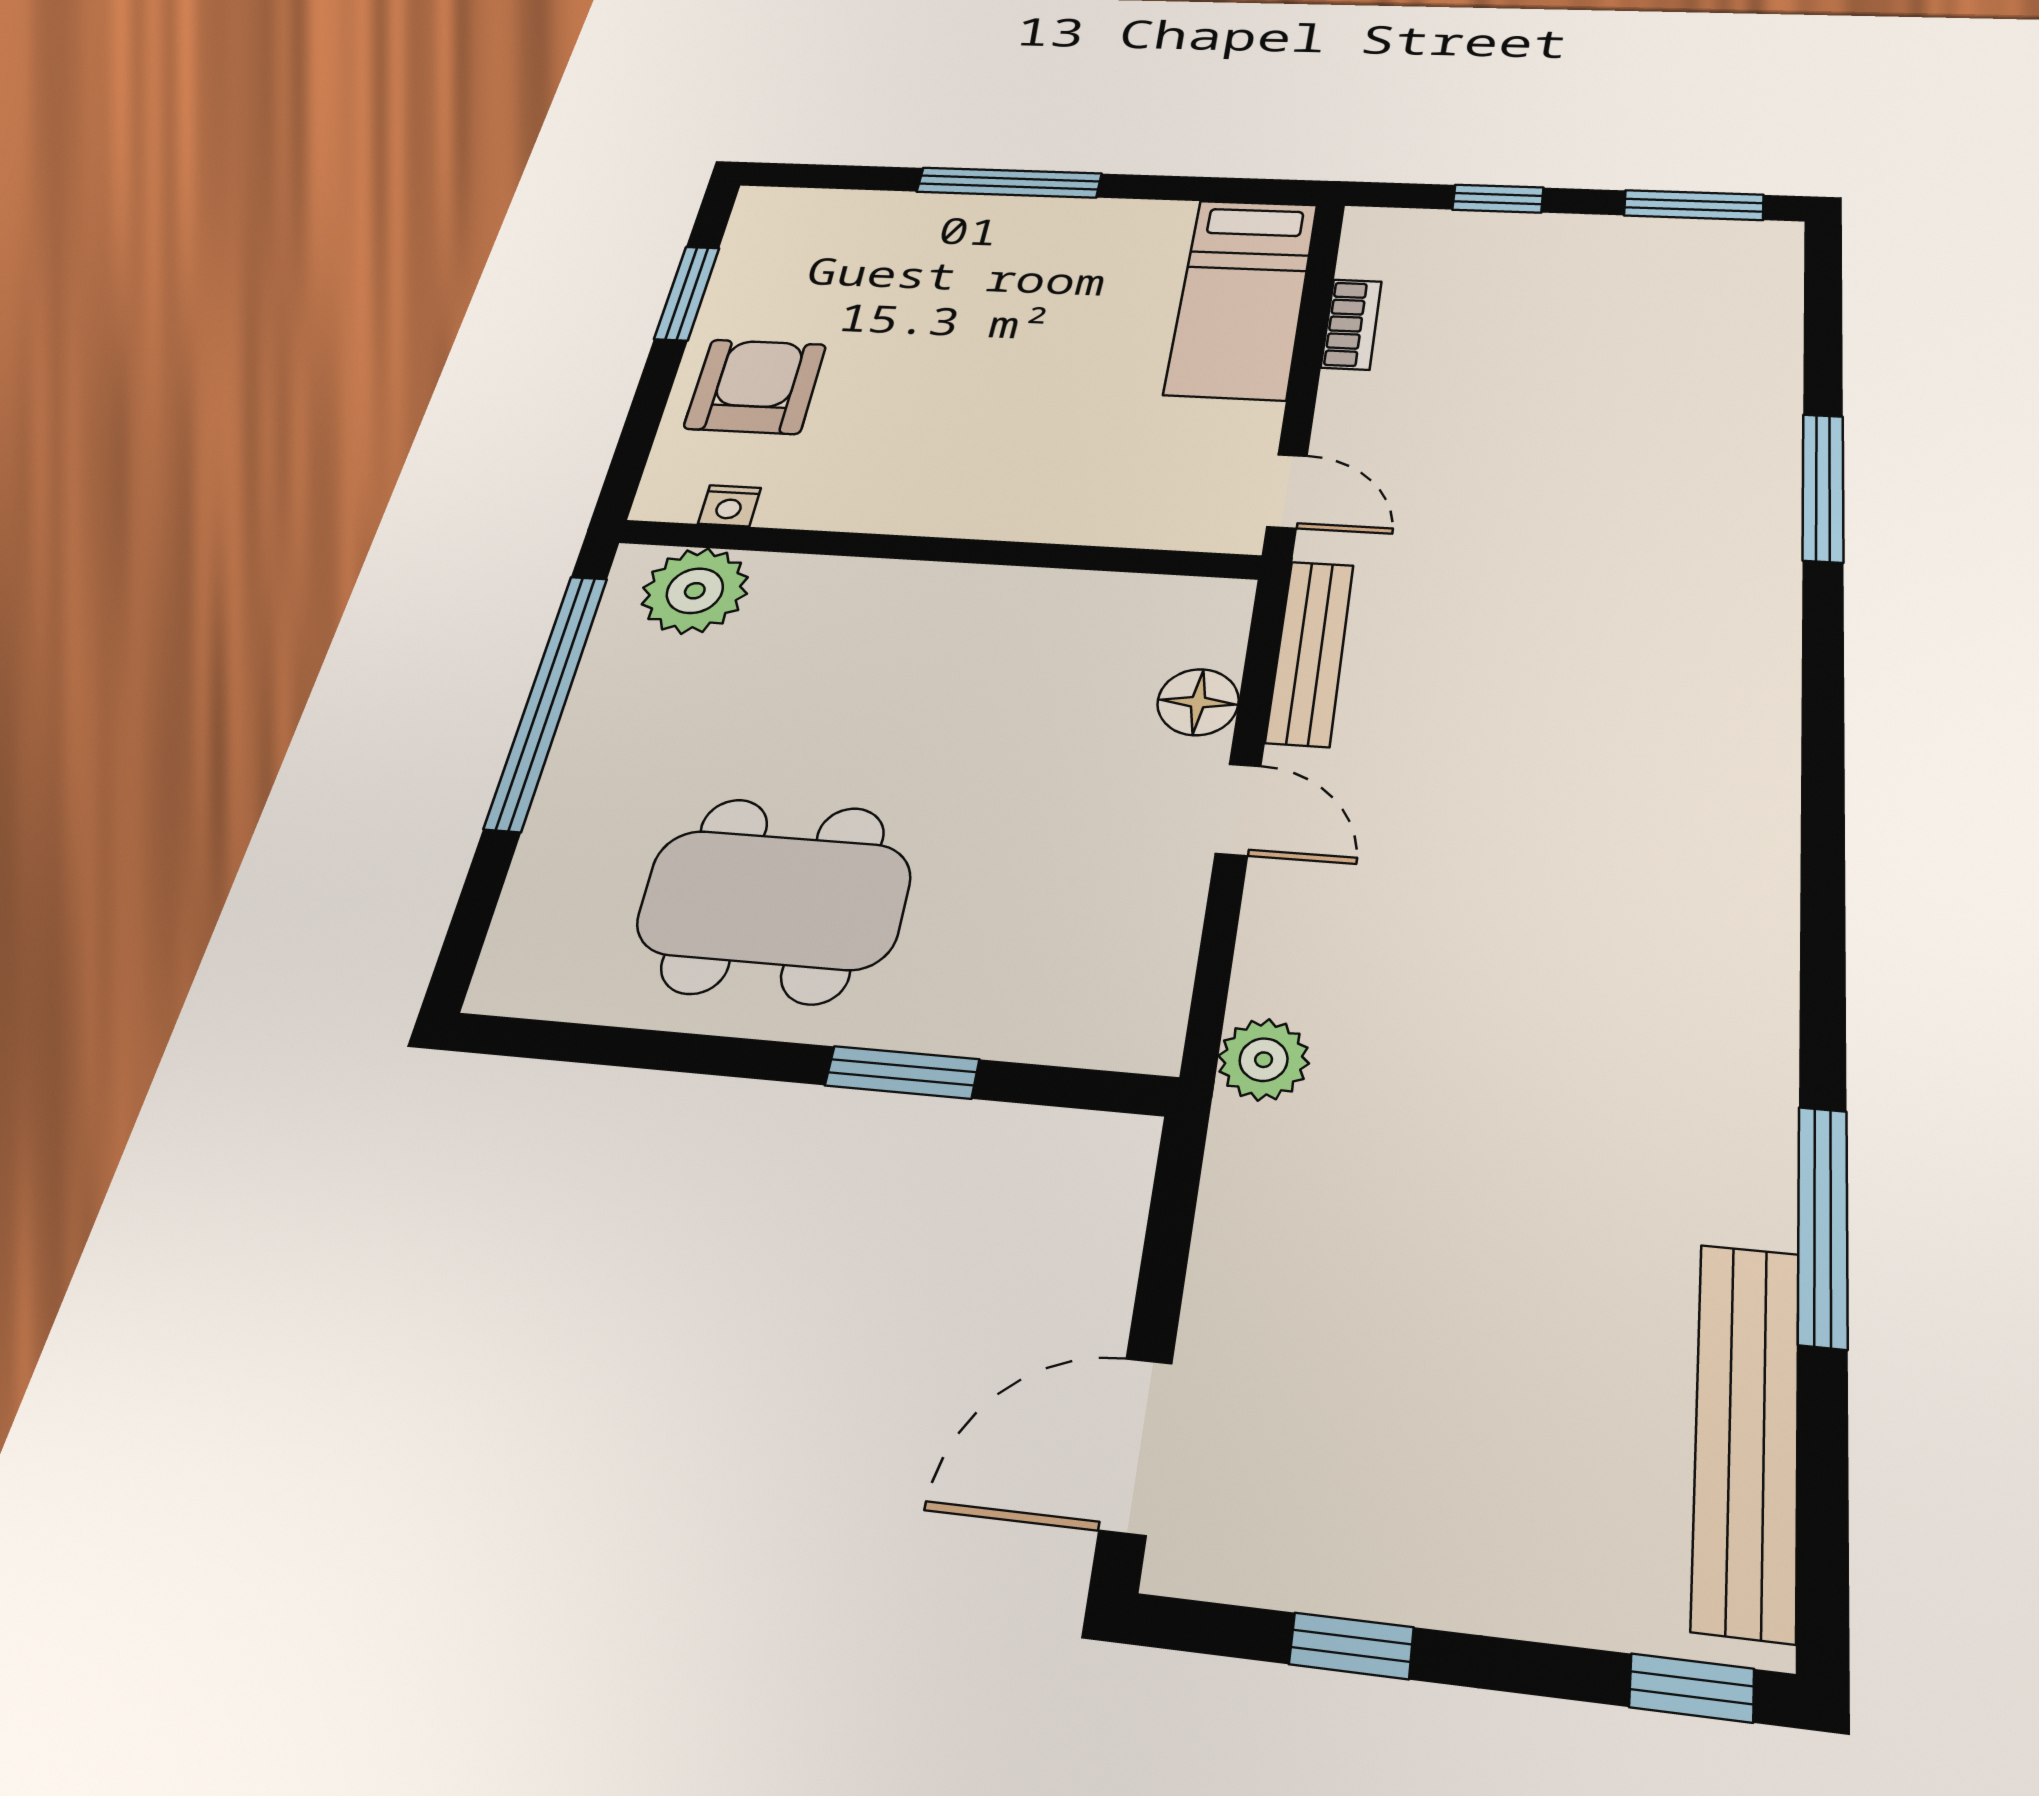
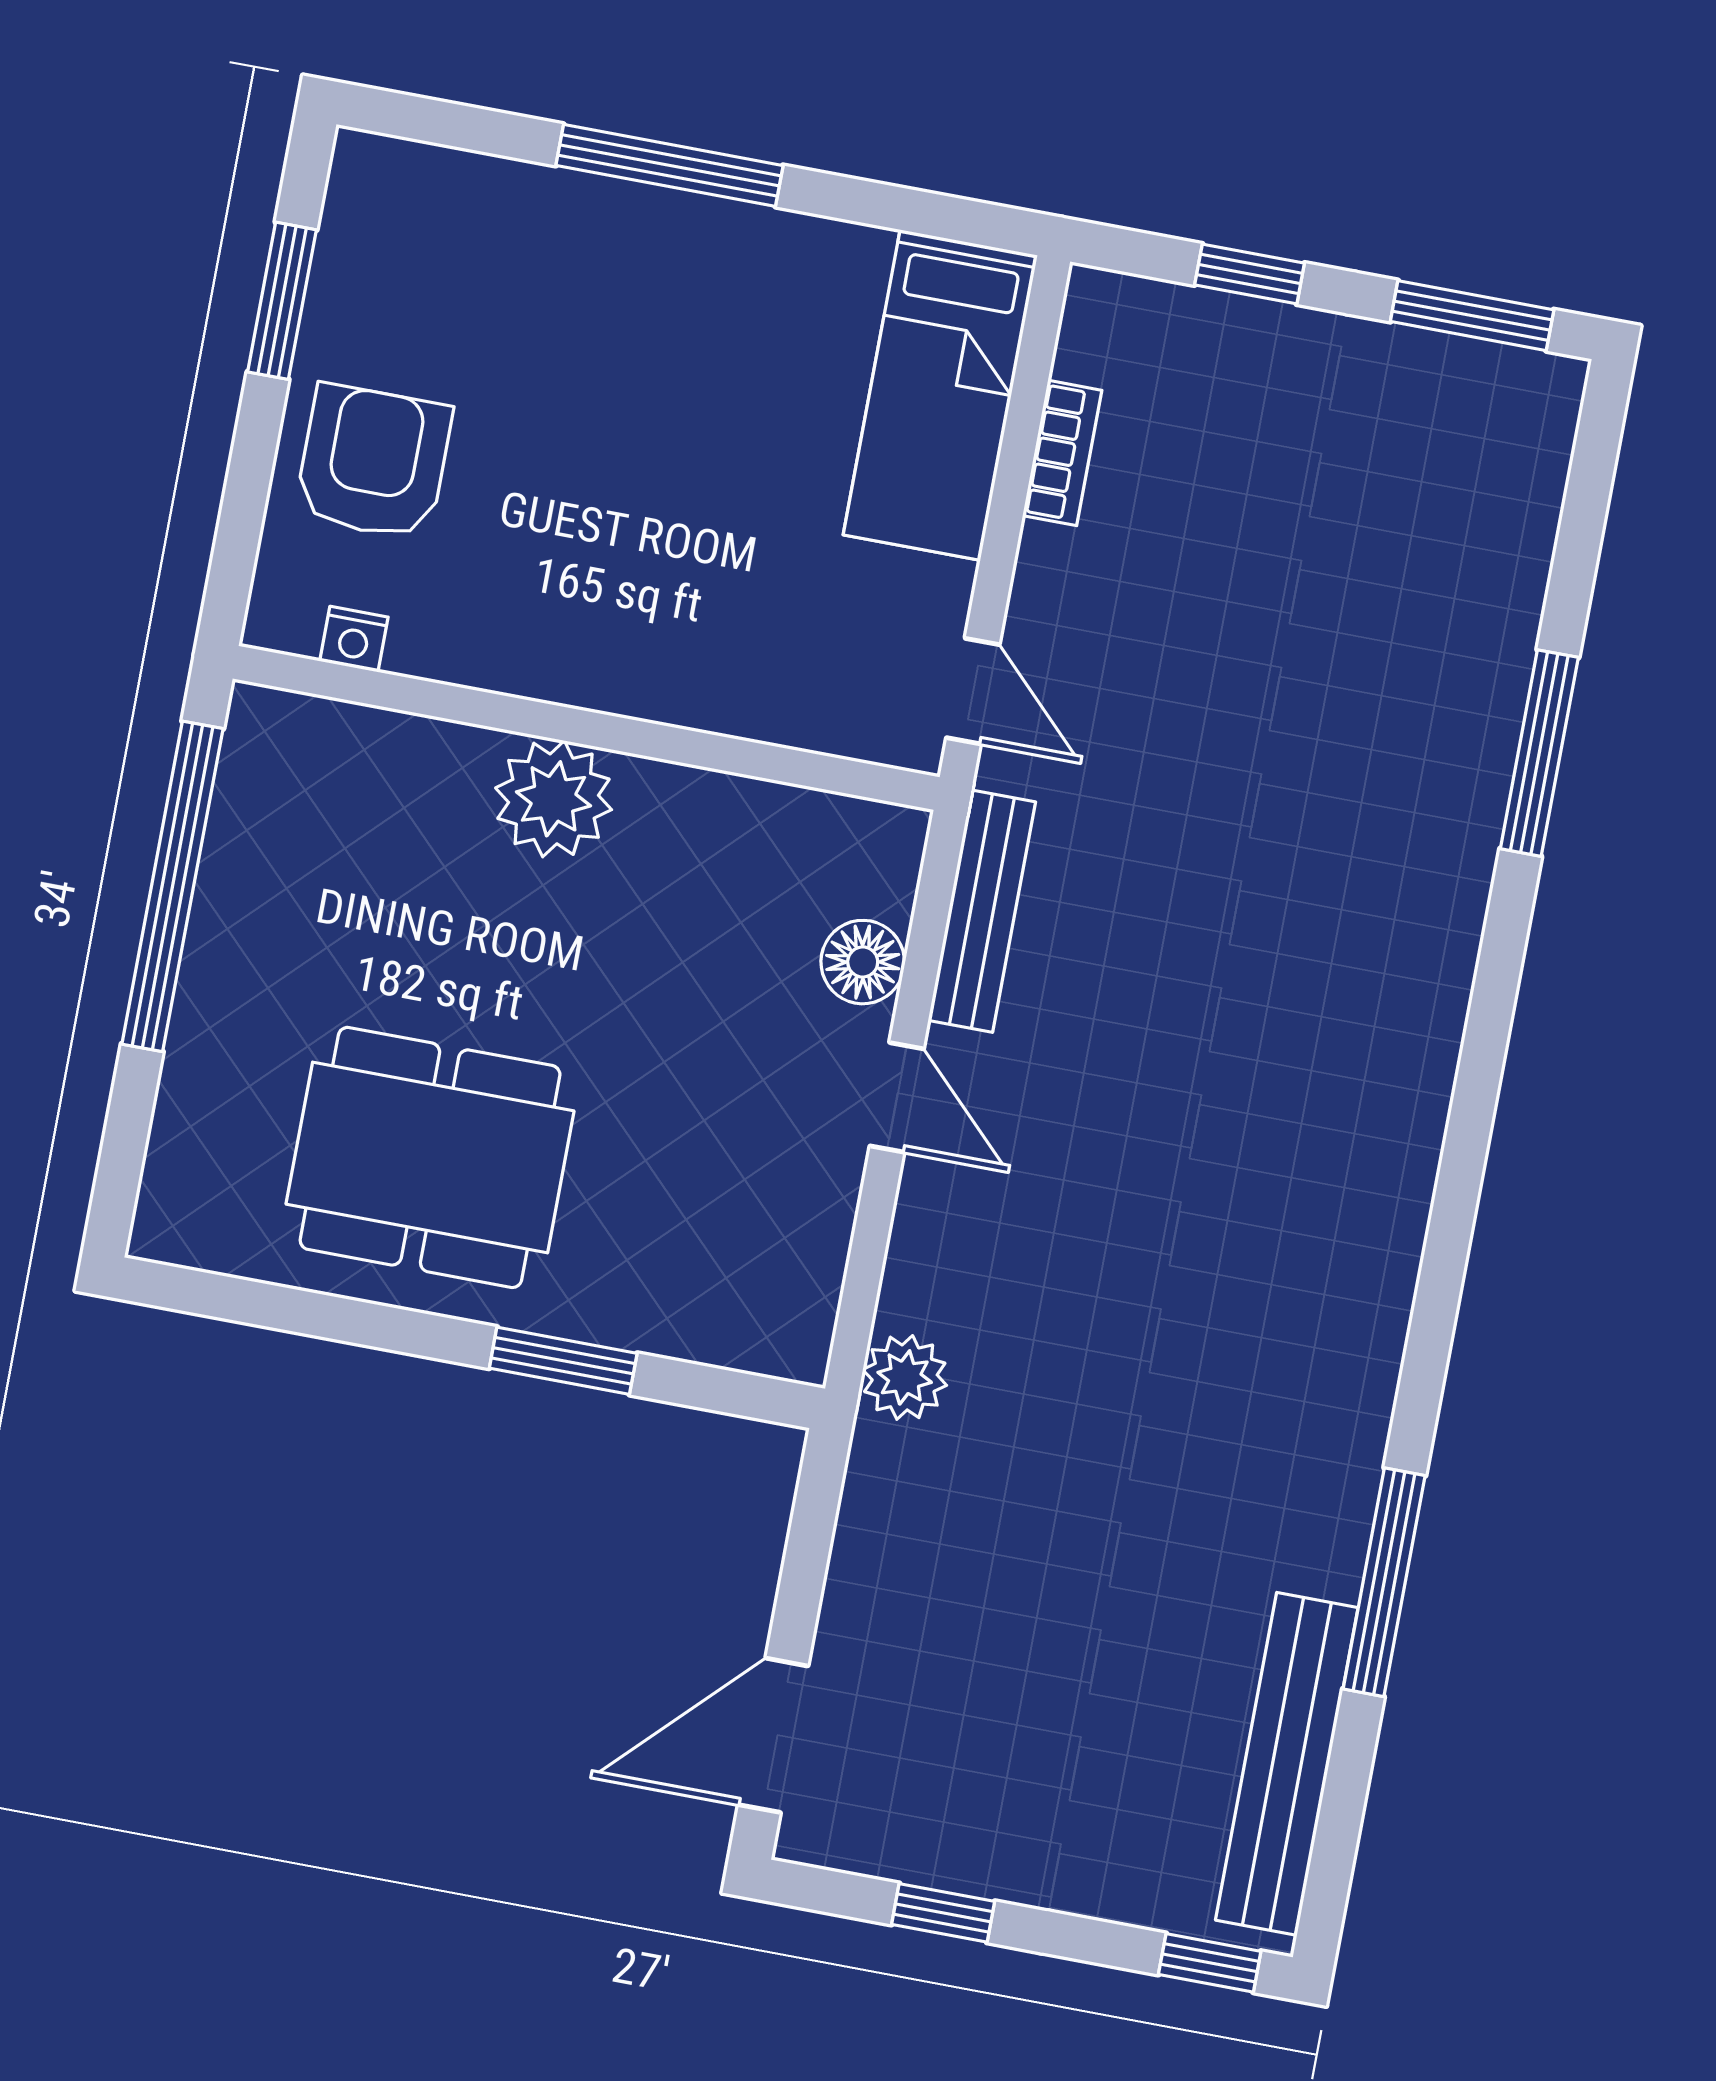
plant: (695, 591) -> (554, 799), moved

